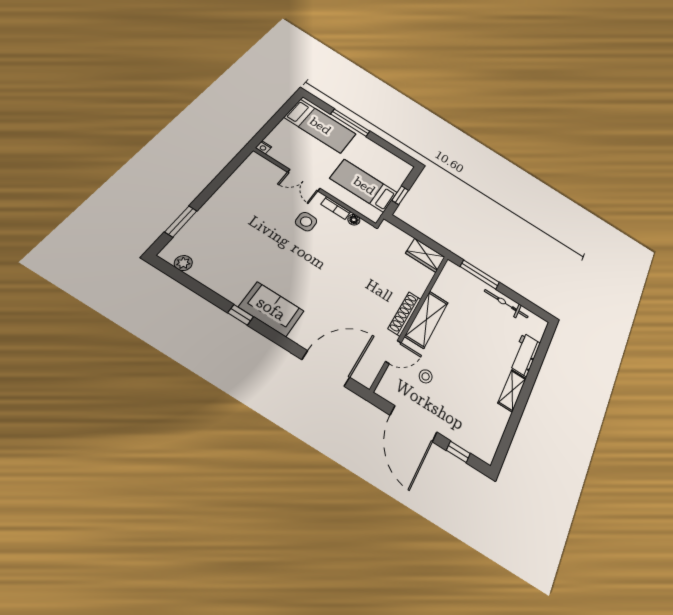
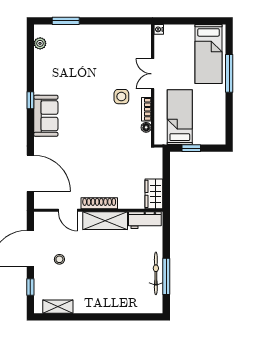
window: (480, 274) -> (166, 276), moved
workbench: (525, 354) -> (145, 220), moved, turned 180
stool: (426, 376) -> (59, 259), moved
shelving: (512, 391) -> (58, 307), moved

